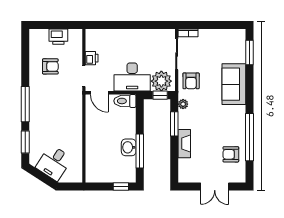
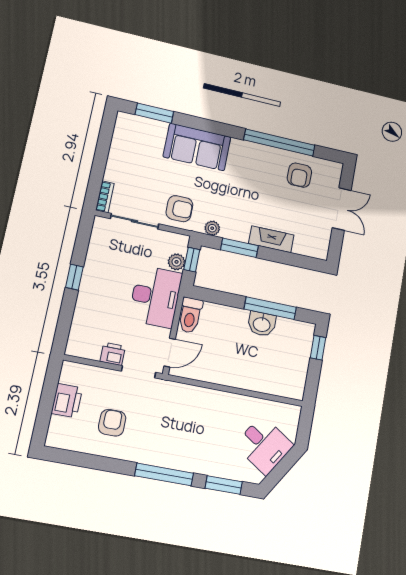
window: (134, 25) -> (74, 277), added
plant: (161, 81) -> (177, 262), width x0.53, depth x0.53

